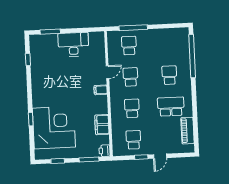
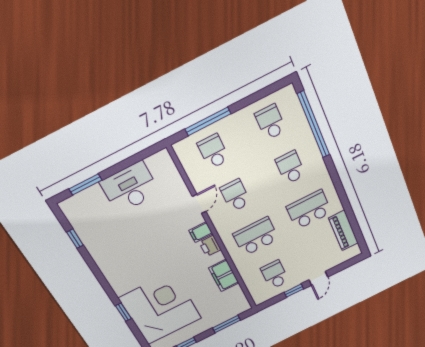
school desk: (168, 44) -> (270, 122), added
school desk: (132, 108) -> (256, 236), width x1.85
printer: (105, 151) -> (210, 246), moved

